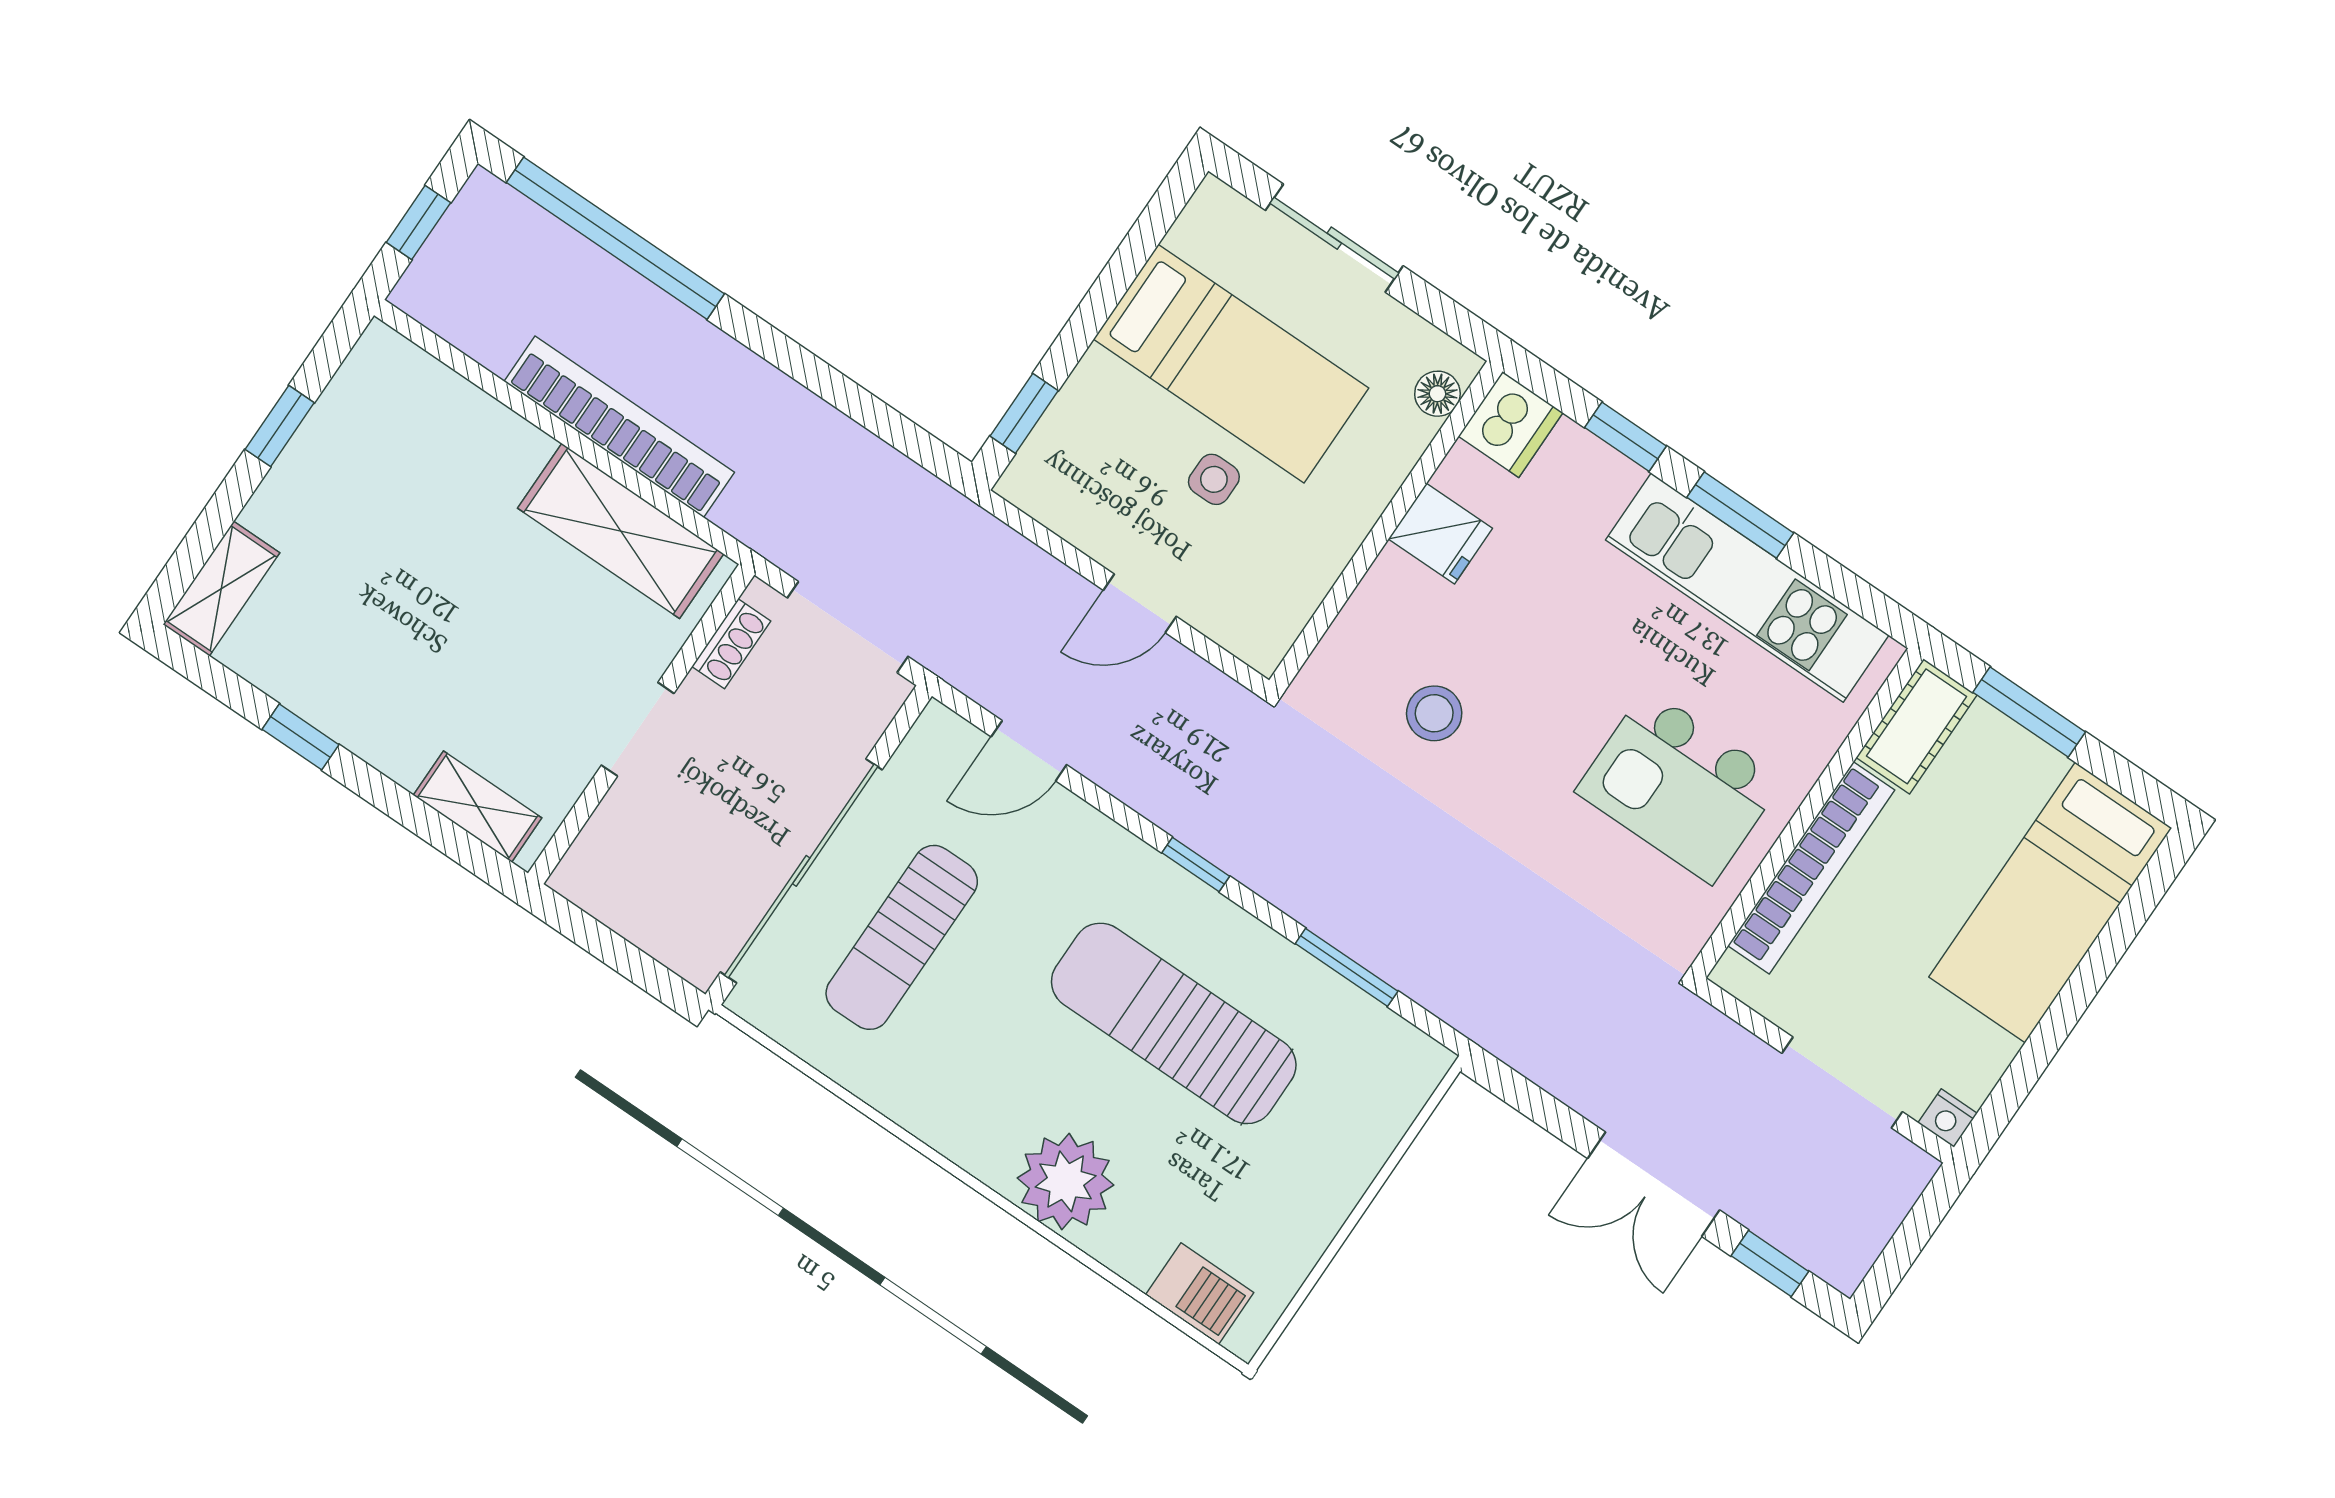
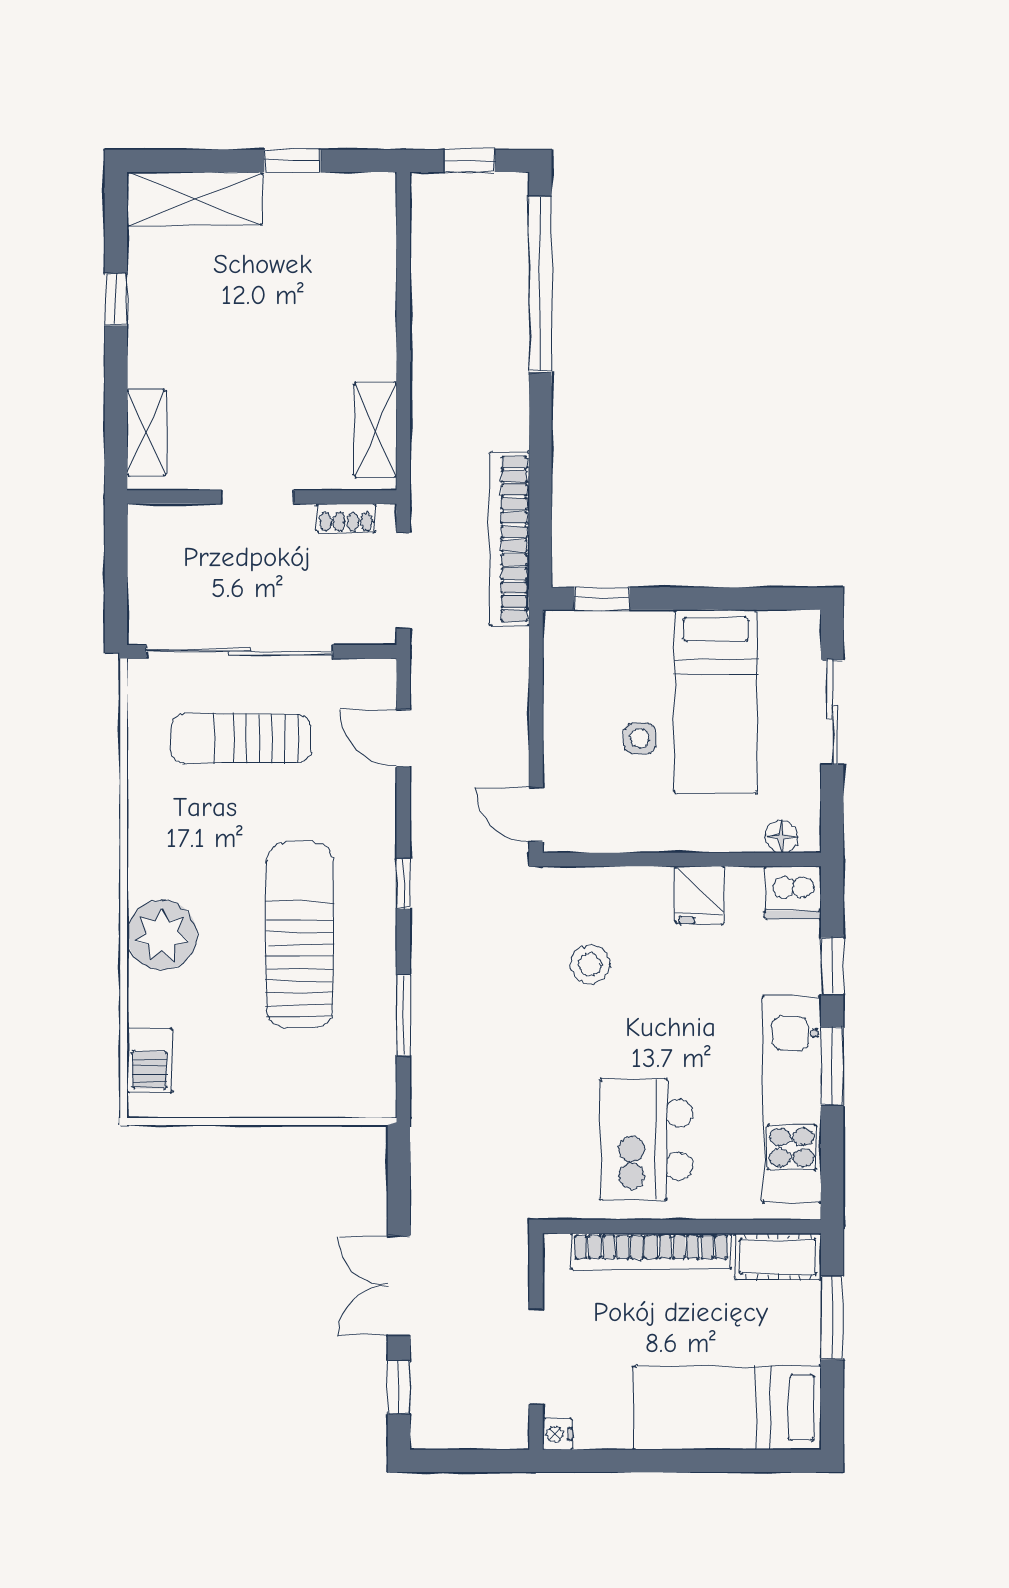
bookcase: (619, 427) -> (510, 539), moved, turned 180
shelving: (621, 531) -> (375, 430), width x0.67, depth x0.75
shelving: (221, 589) -> (194, 199), width x1.50, depth x1.33
door: (1140, 603) -> (536, 815), moved

